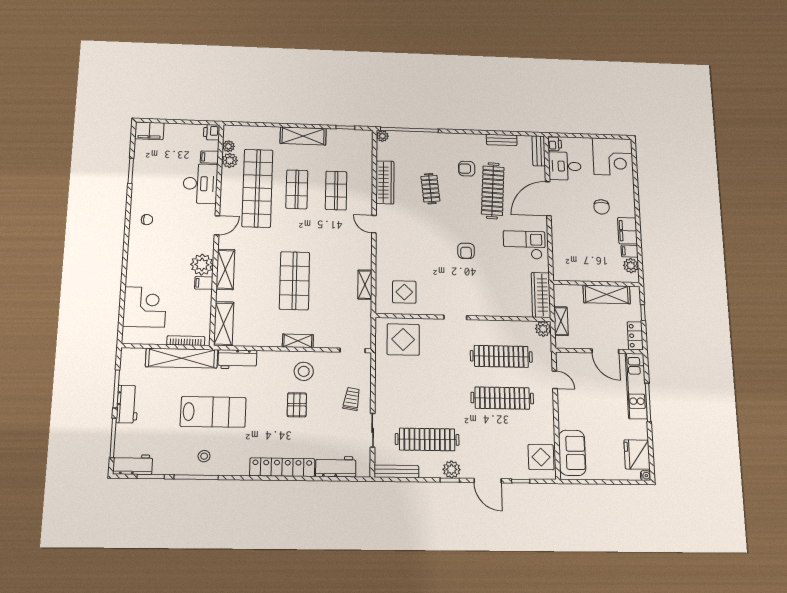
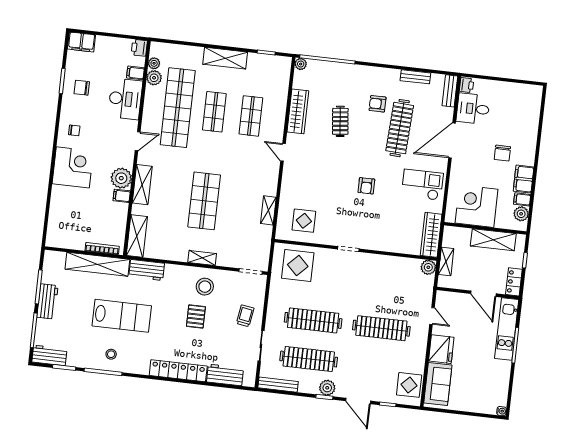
corner desk: (613, 157) -> (477, 206), moved, turned 180
chair: (153, 176) -> (82, 88), added
corner desk: (145, 307) -> (73, 167), moved
clothes rail: (501, 356) -> (313, 320), moved
fridge: (637, 455) -> (441, 349), moved, turned 180

